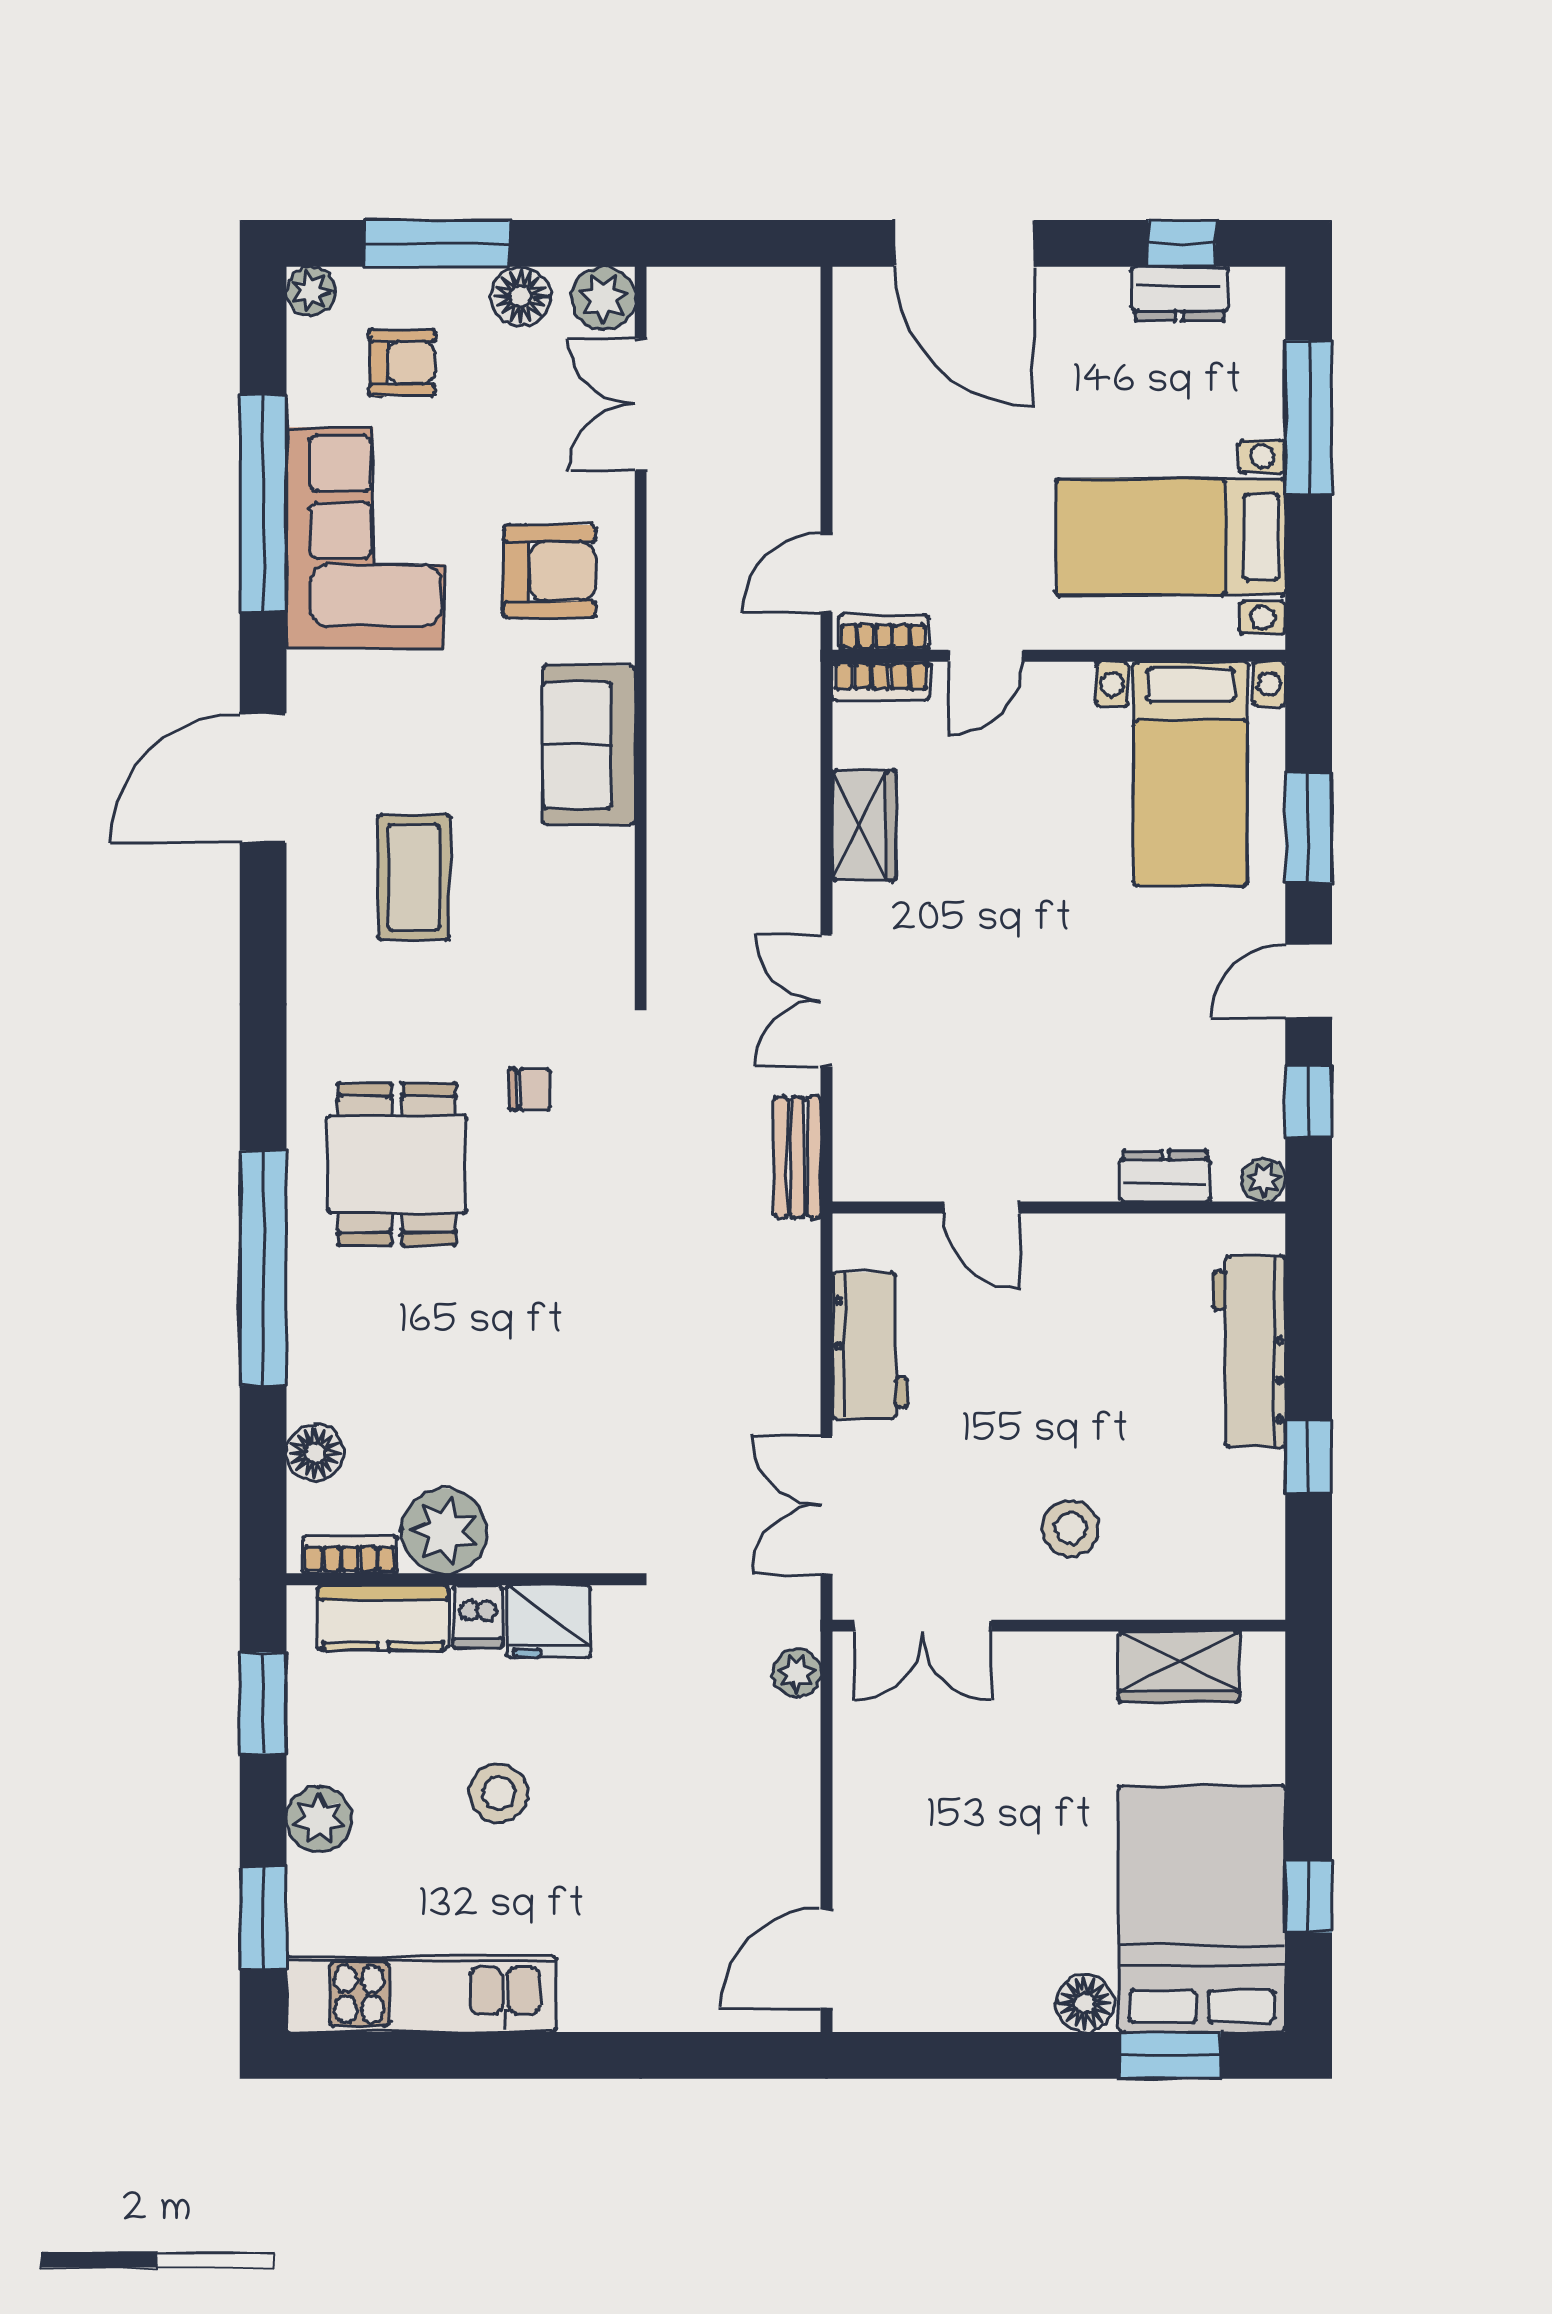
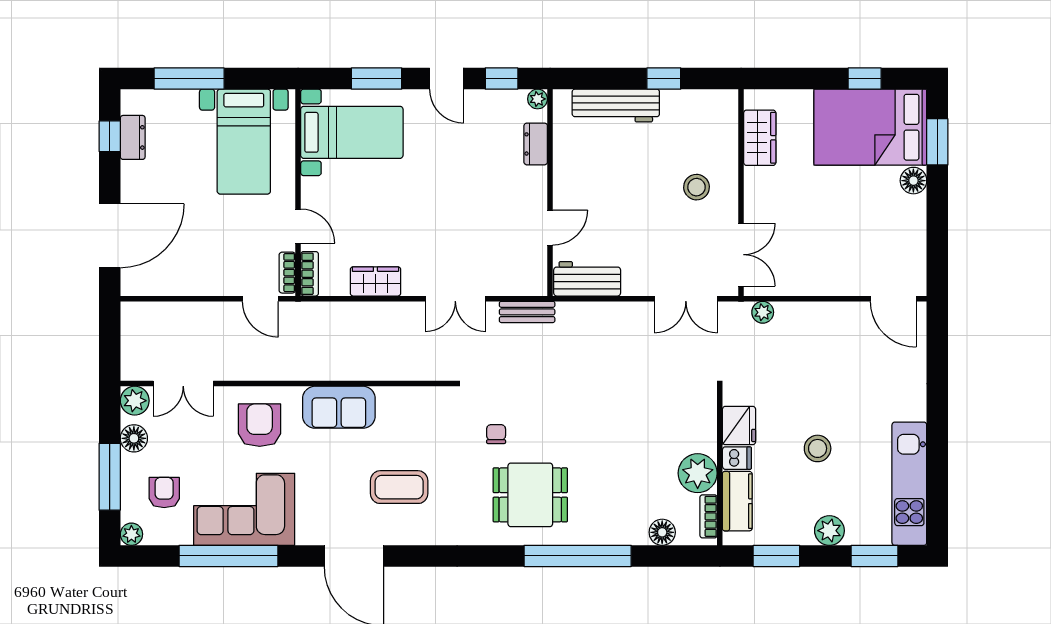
workbench: (870, 1346) -> (587, 279), moved

